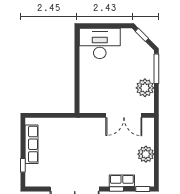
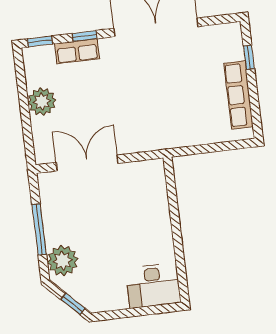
desk: (100, 43) -> (153, 286), width x0.73, depth x0.77
window: (156, 69) -> (39, 229), moved
plant: (145, 88) -> (63, 261), moved

